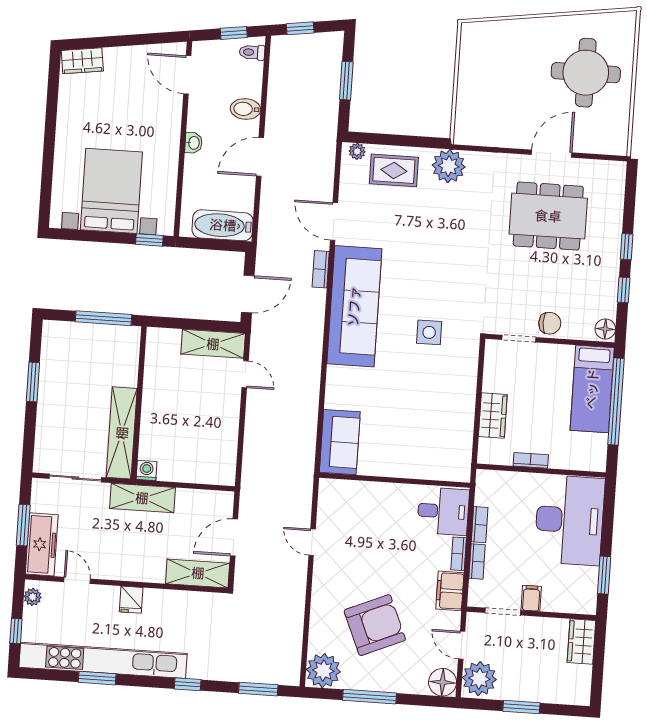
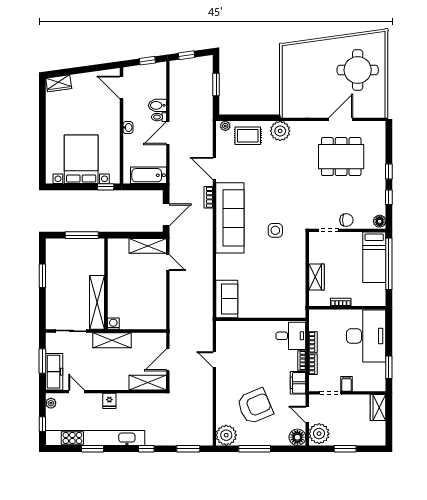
toilet: (252, 52) -> (159, 117), moved

